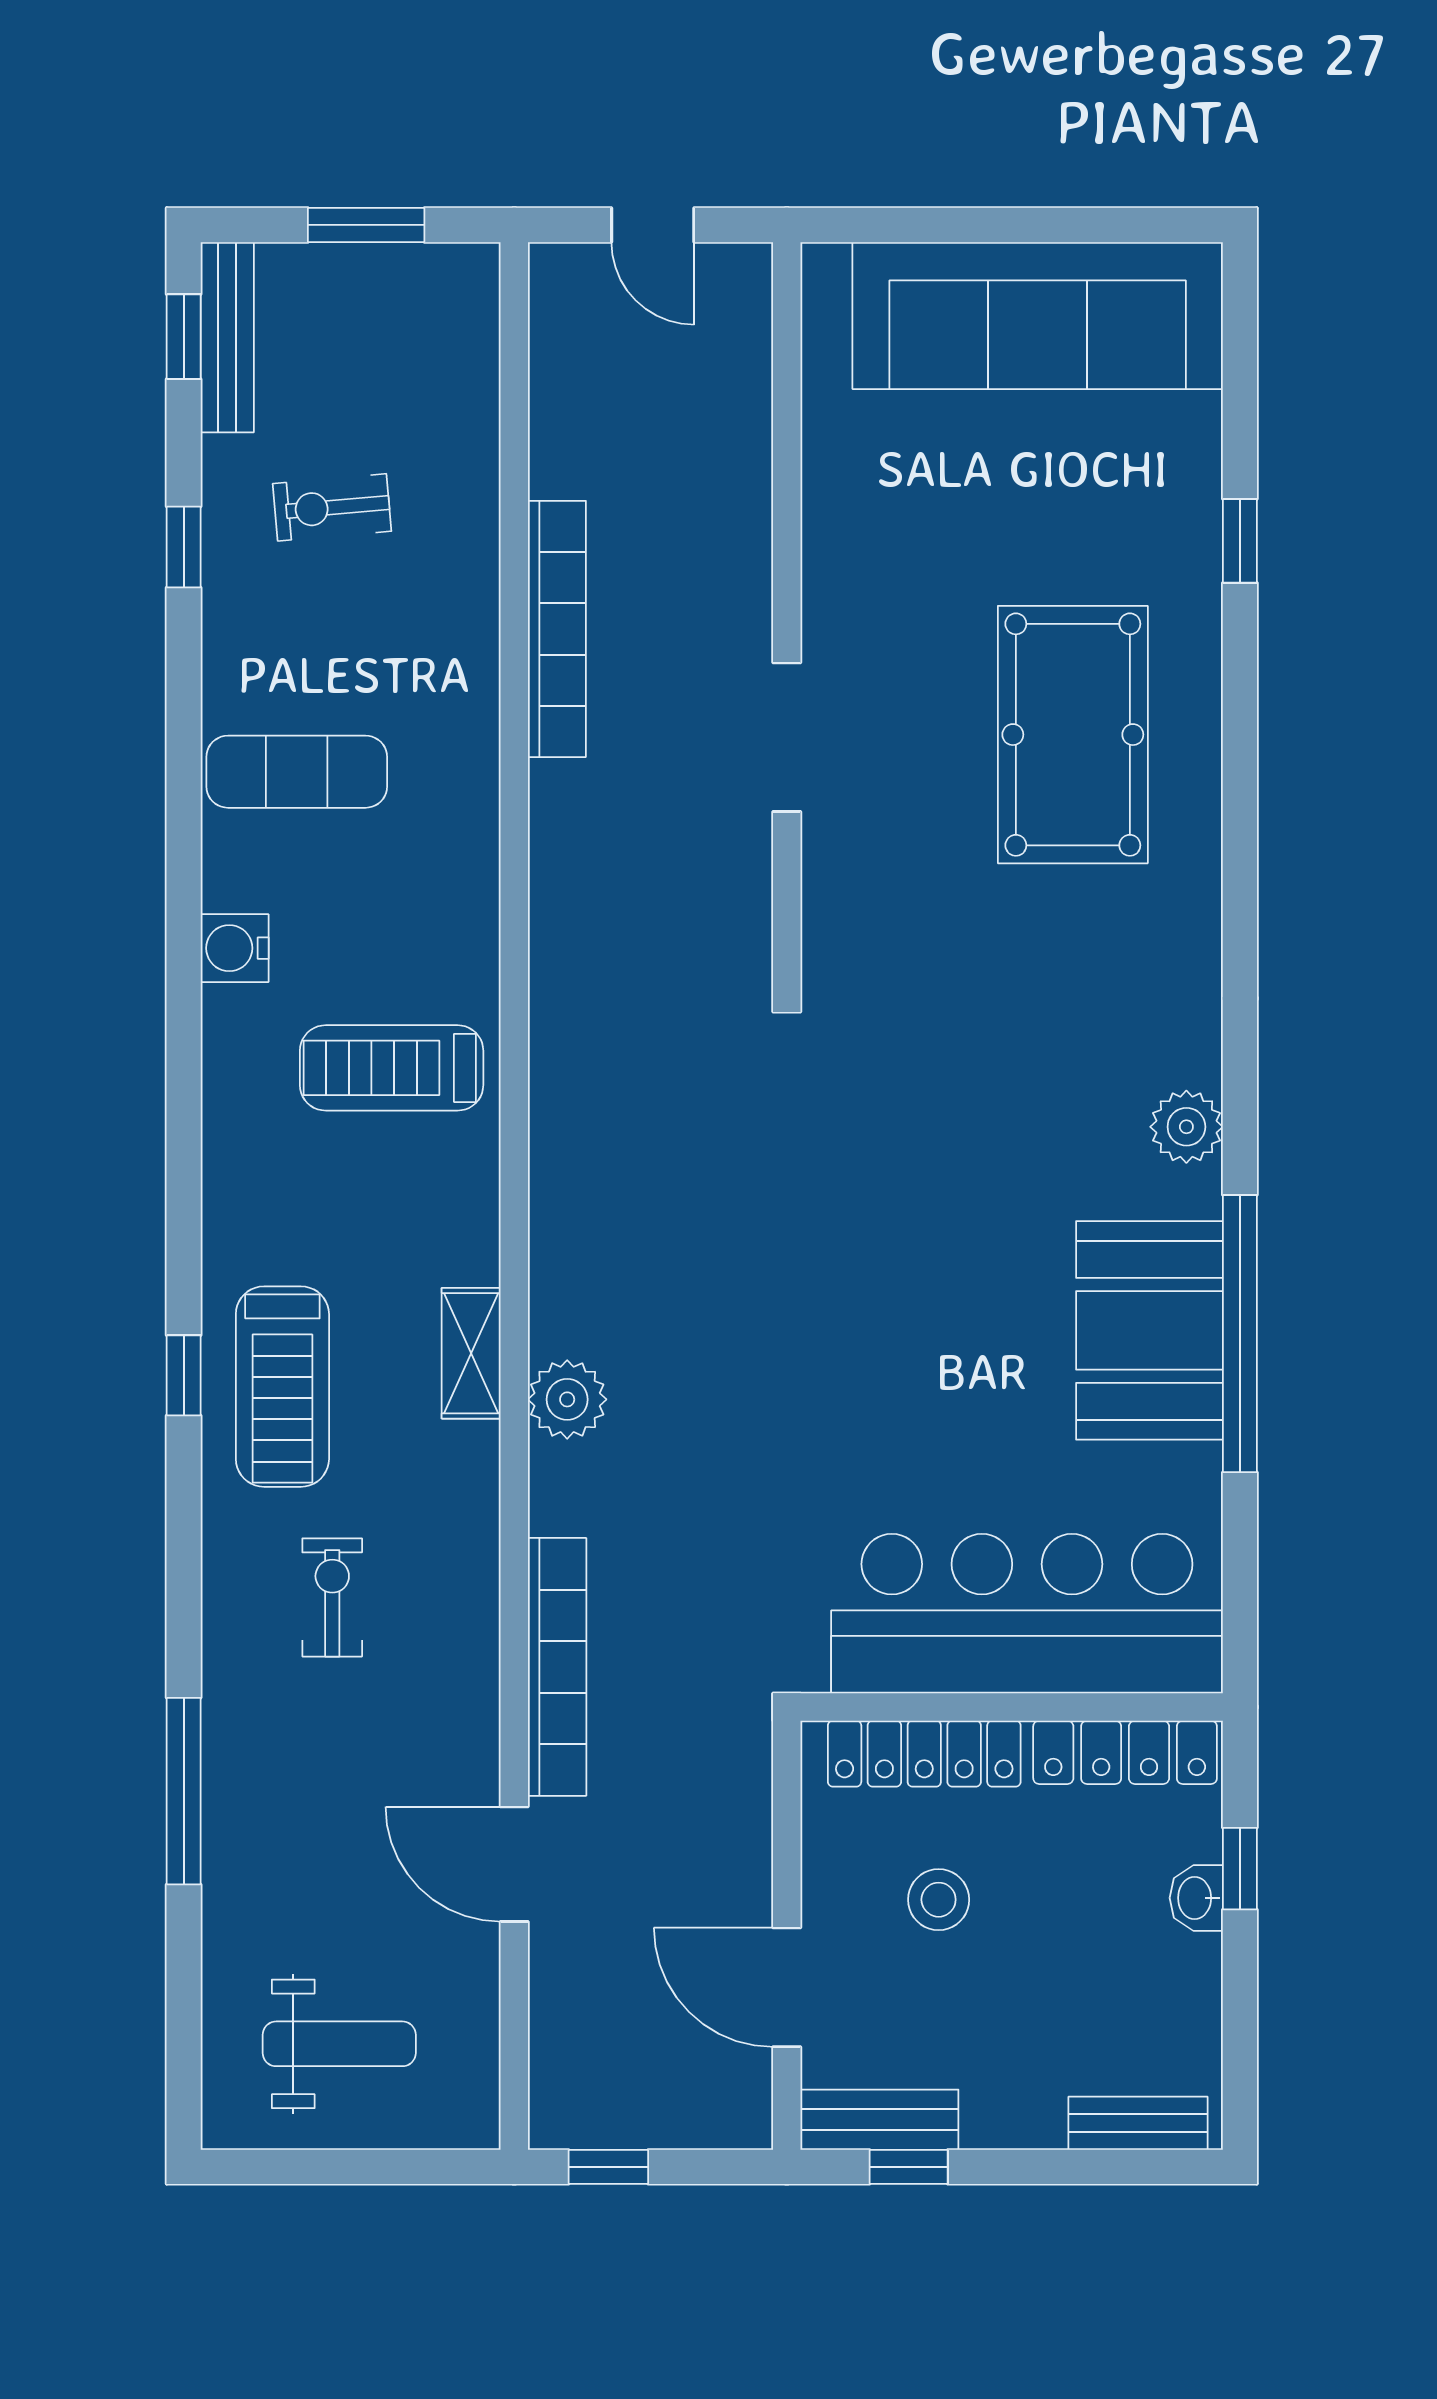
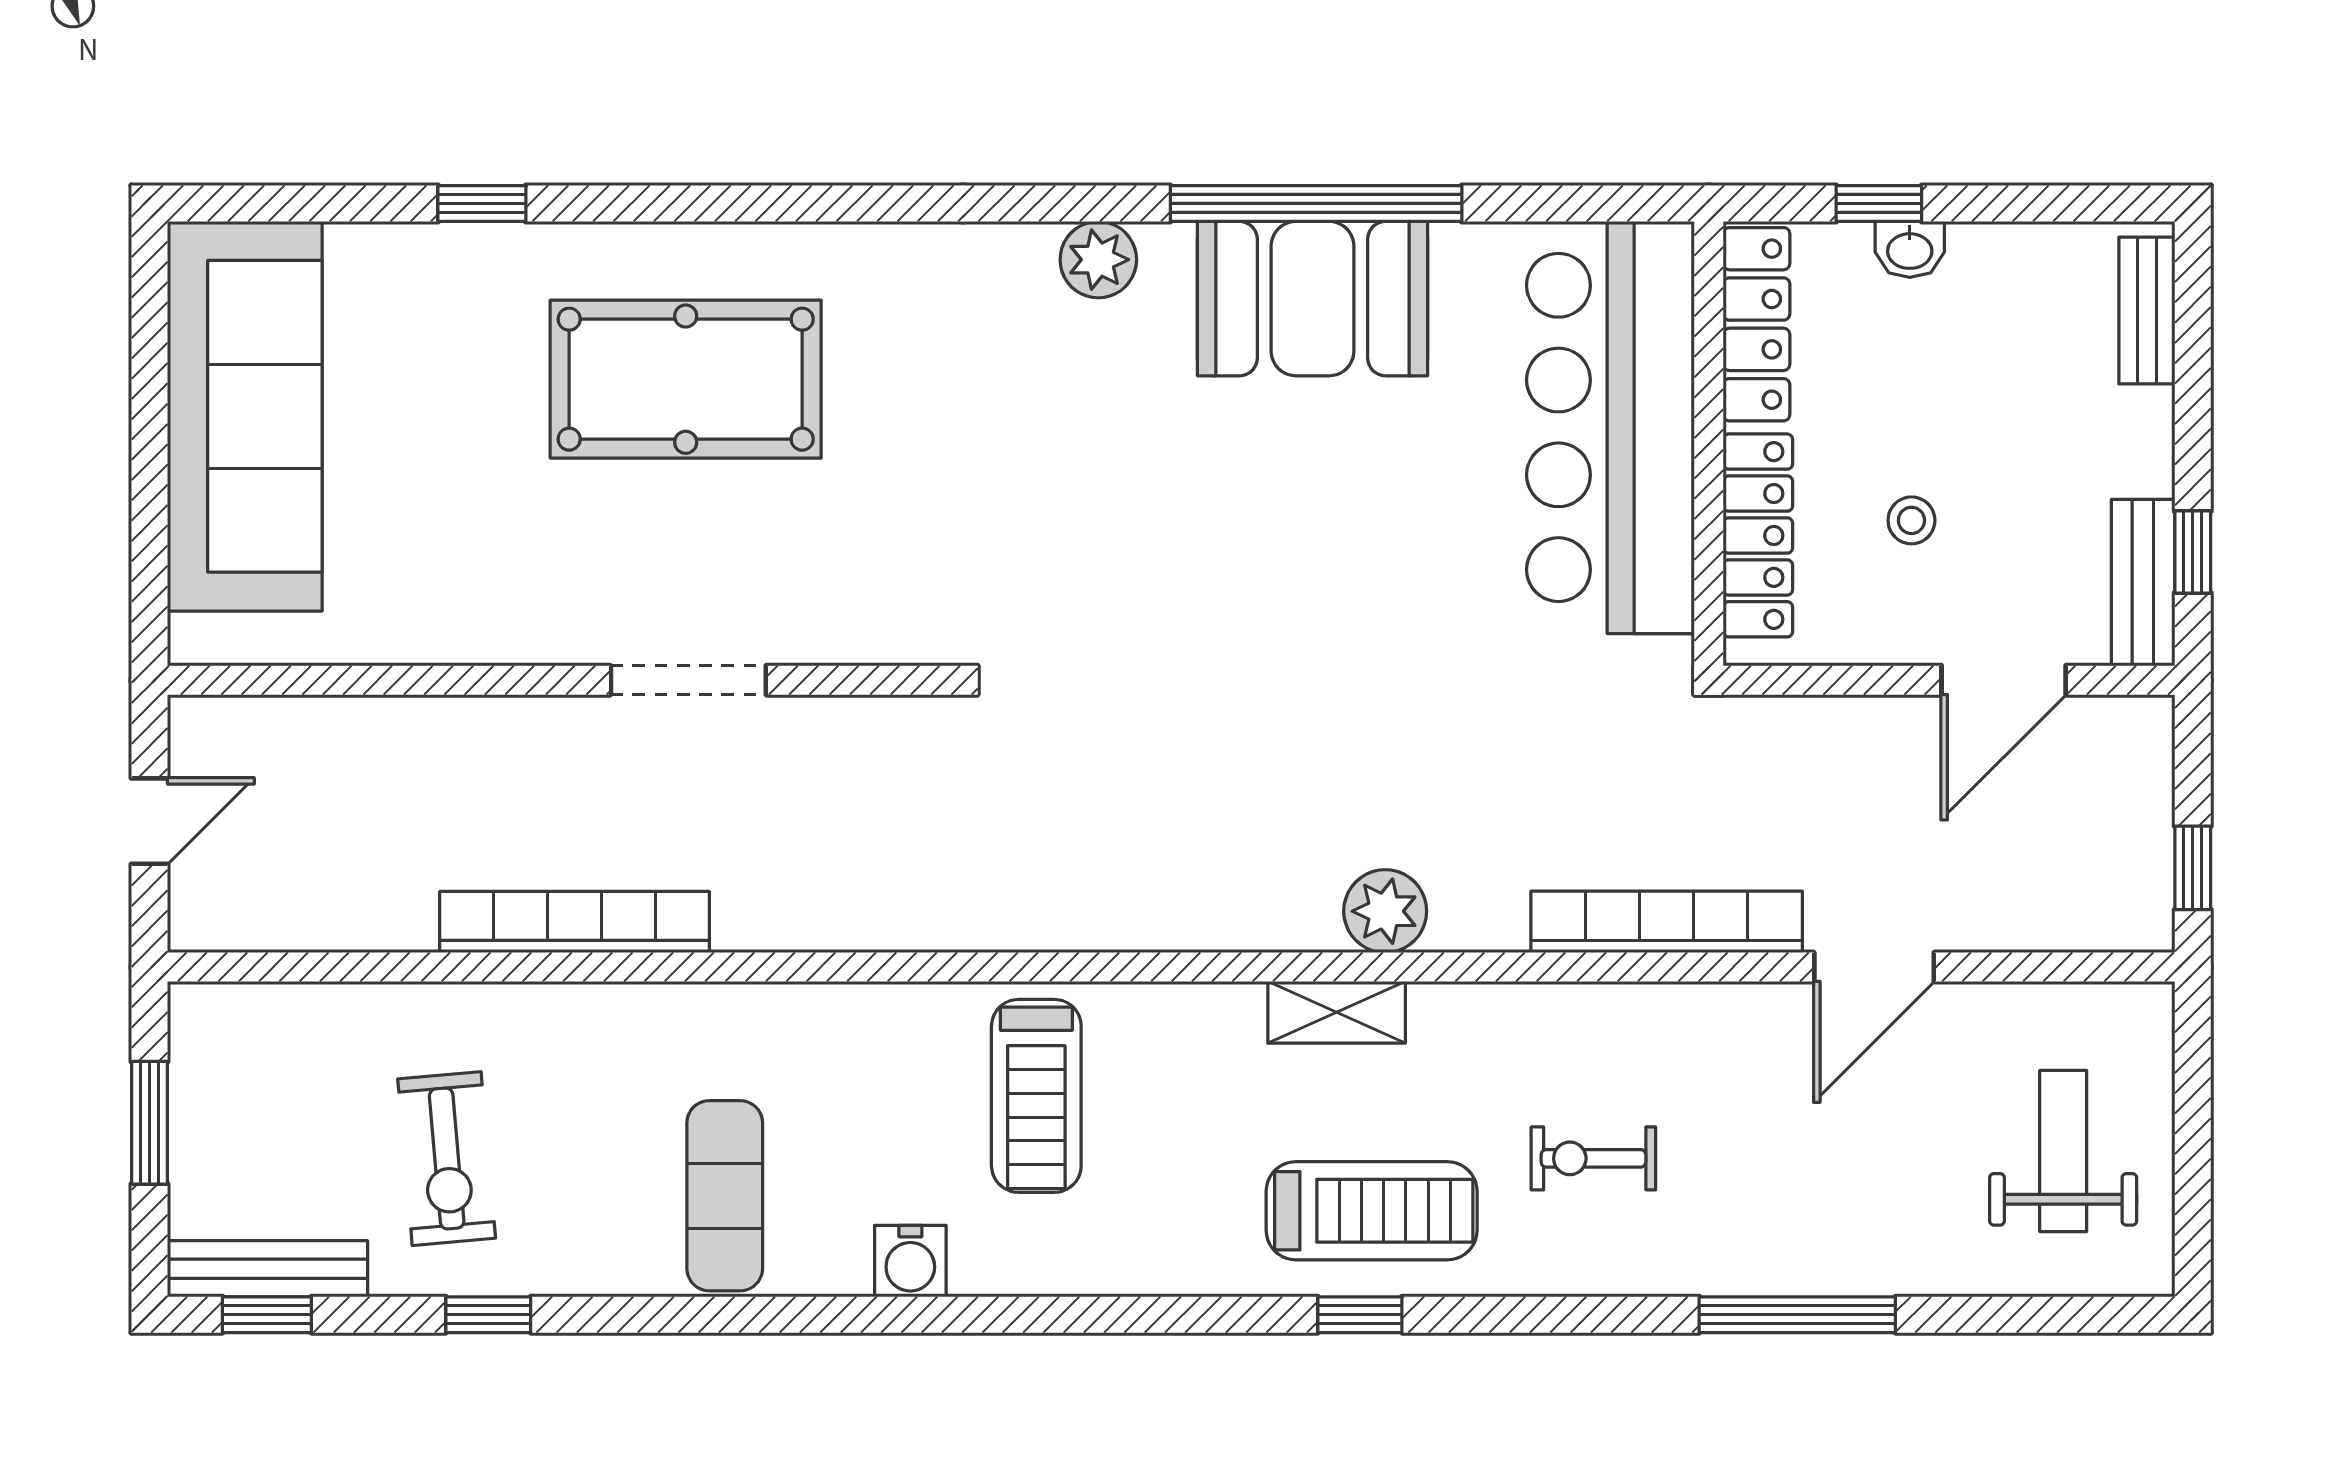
exercise bike: (332, 507) -> (447, 1159), width x1.38, depth x1.39
stool: (939, 1900) -> (1911, 520), width x0.73, depth x0.73

